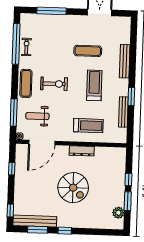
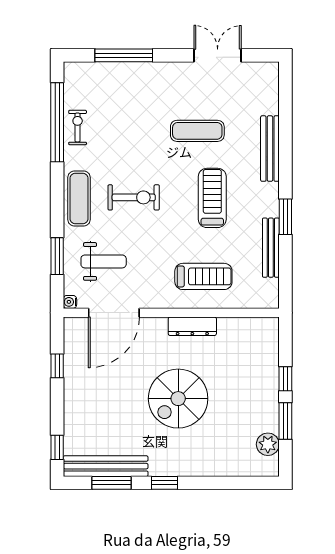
window: (14, 113) -> (57, 256), width x0.69
weight bench: (37, 116) -> (104, 261), turned 180
spiral stairs: (73, 188) -> (178, 399), turned 90

